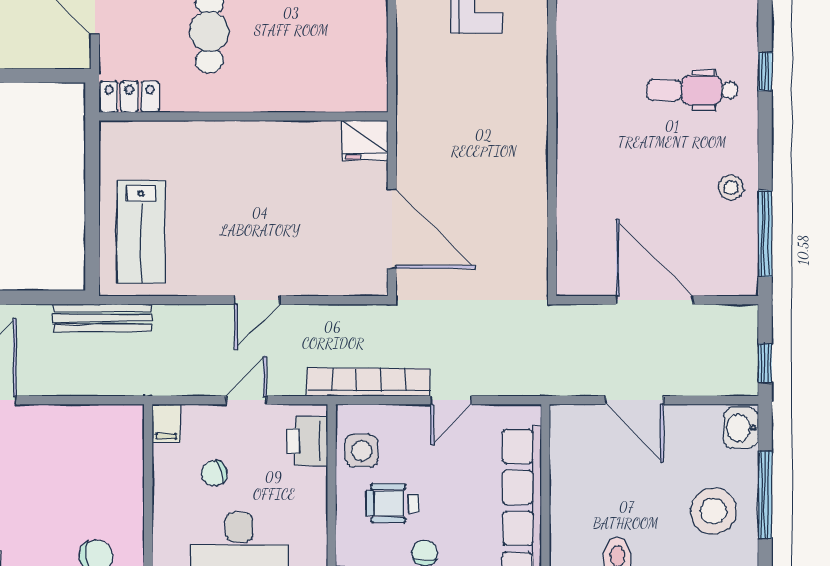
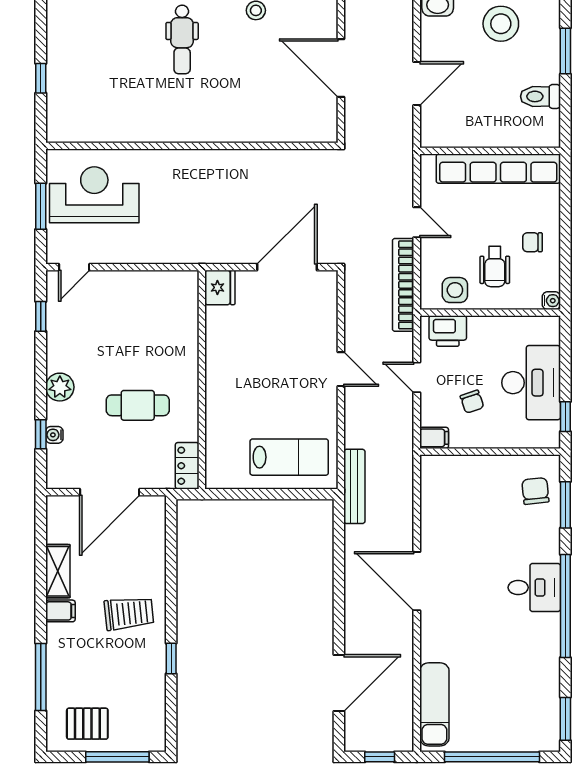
door: (655, 300) -> (341, 68), hinge flipped

